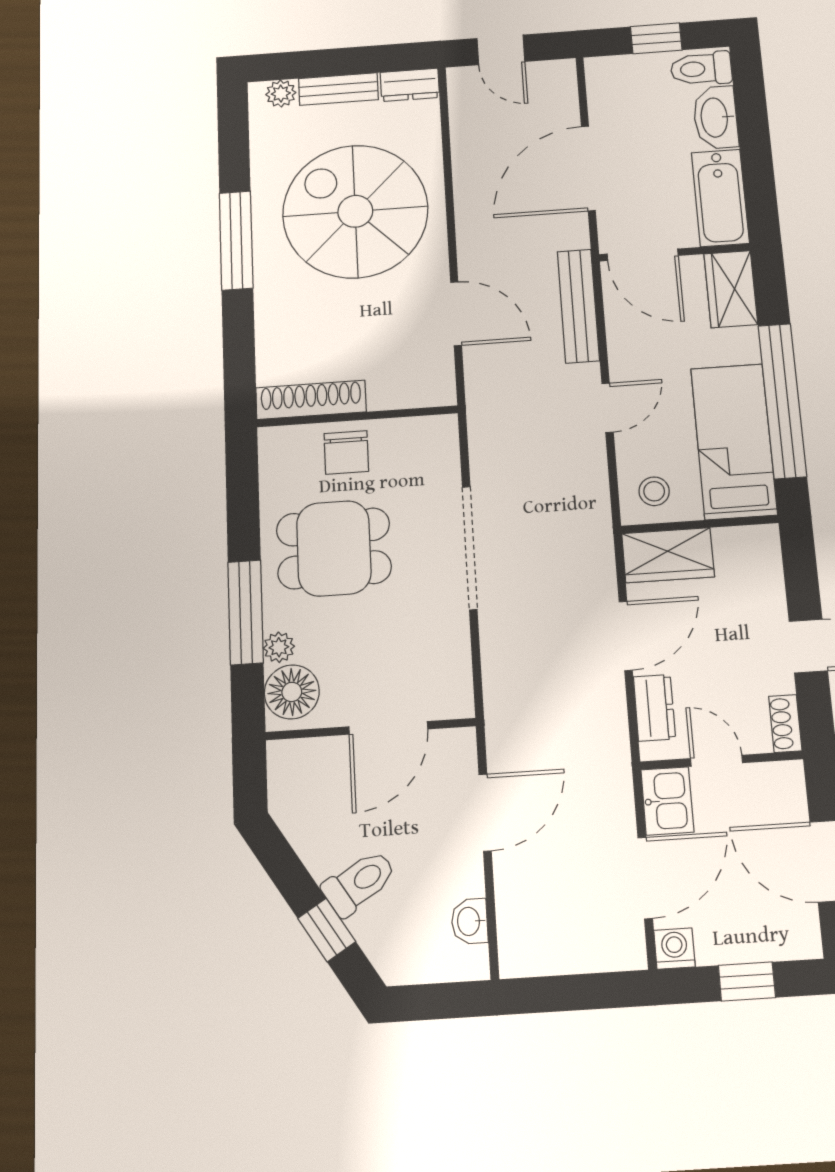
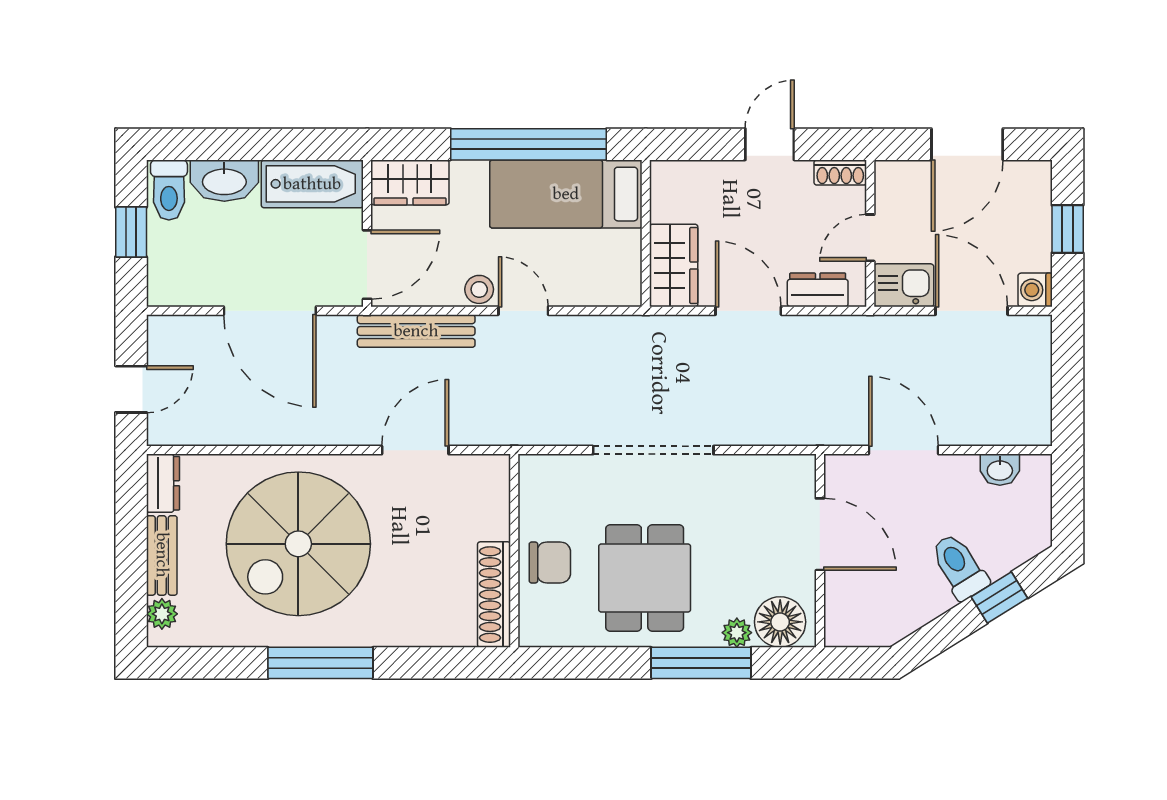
stool: (654, 491) -> (479, 289), moved

